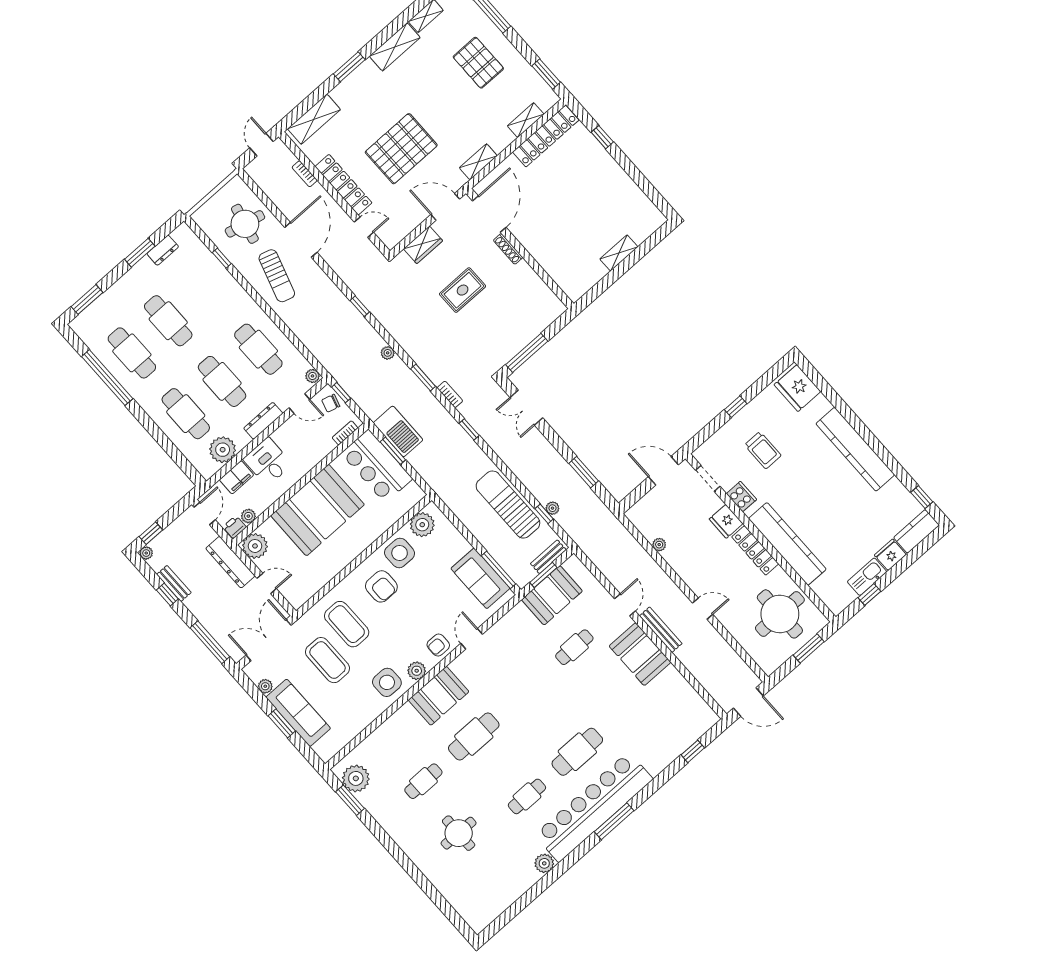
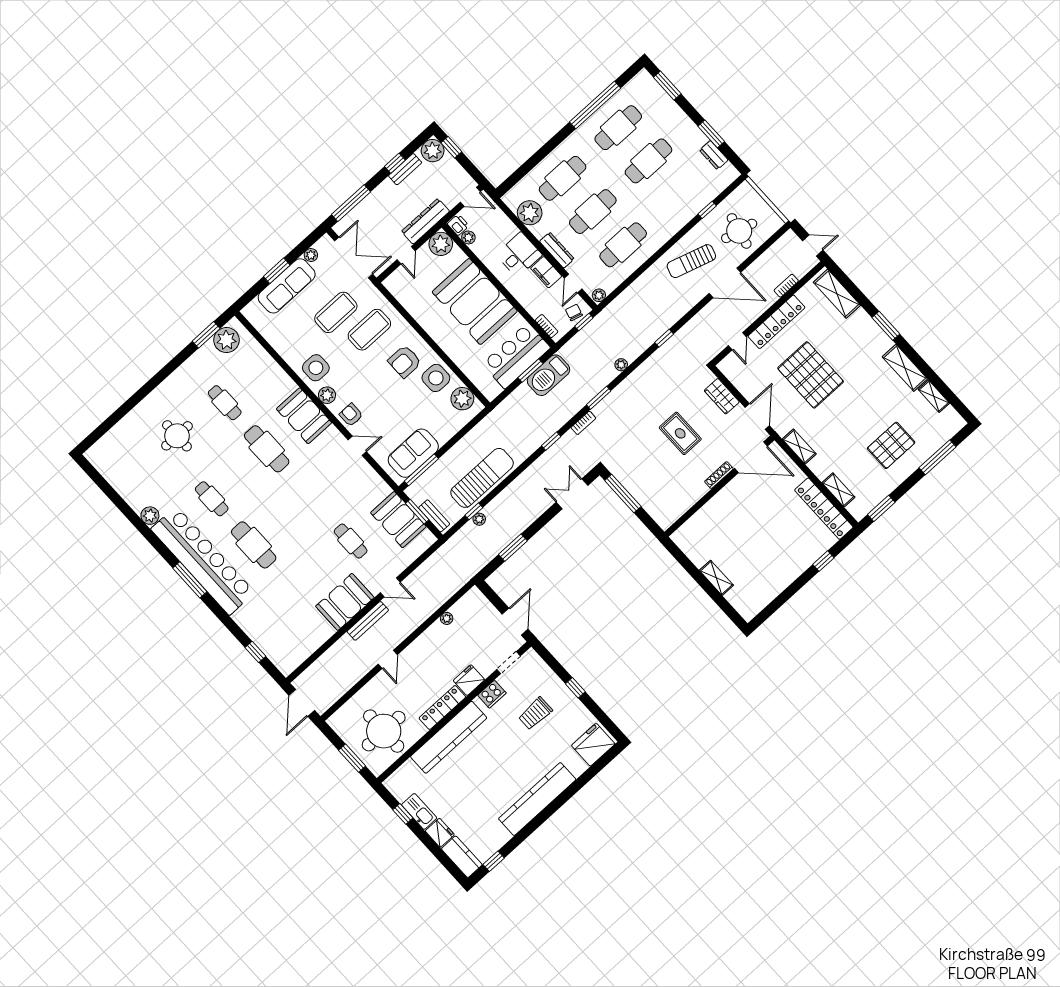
filing cabinet: (237, 477) -> (546, 272), moved
plant: (146, 553) -> (433, 151), width x1.88, depth x1.88

